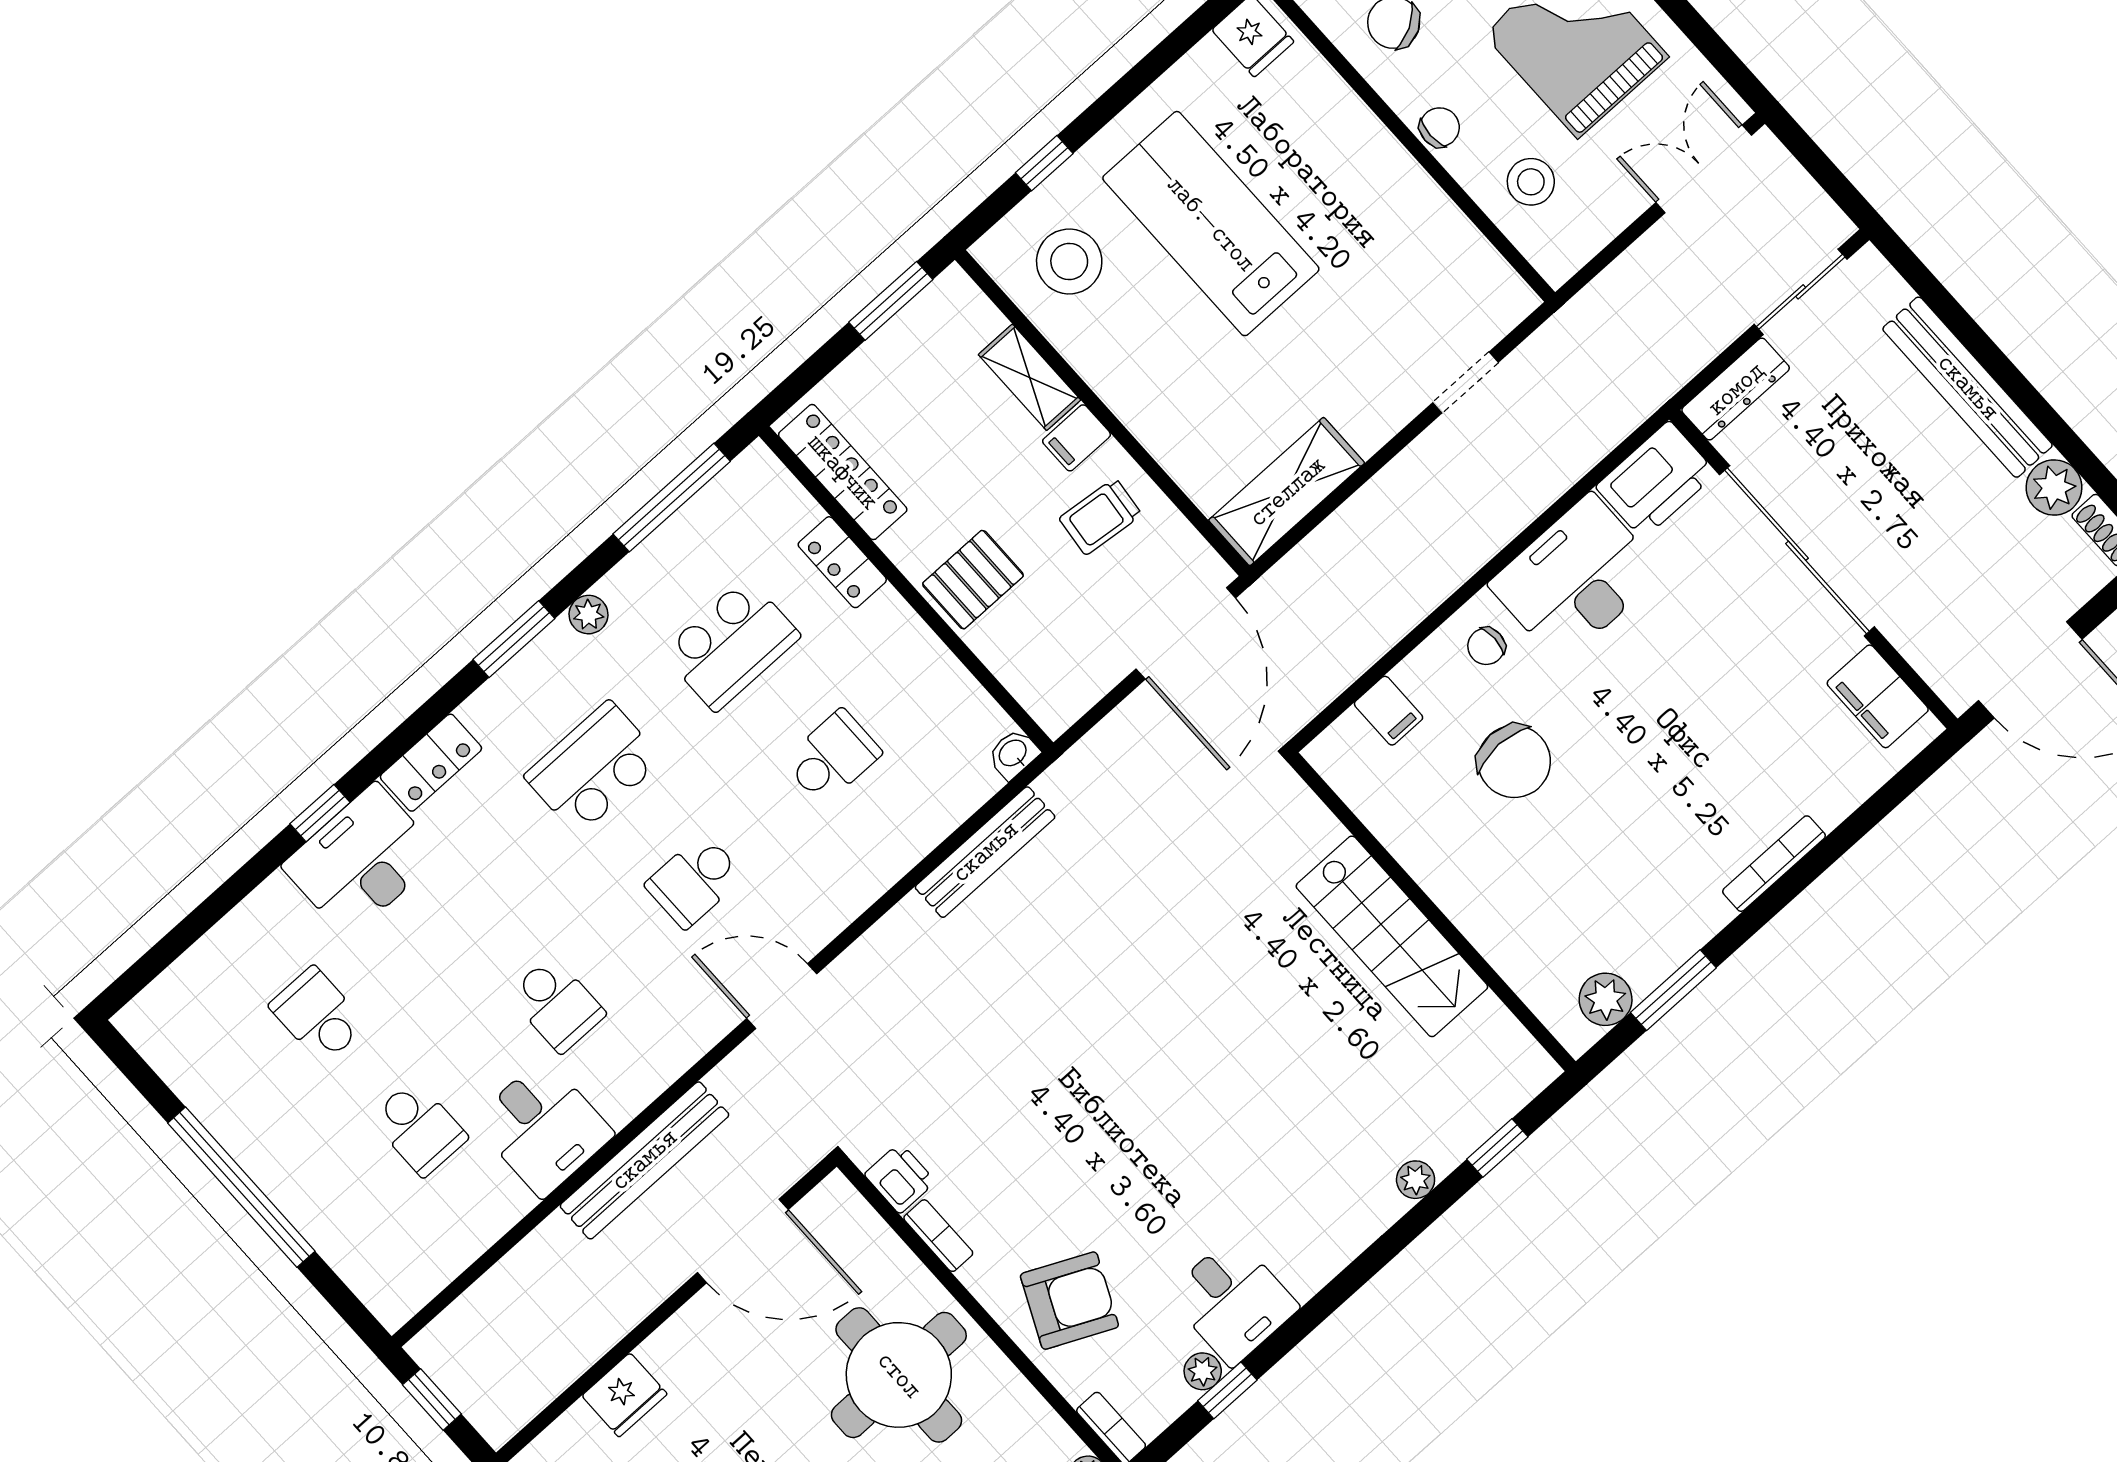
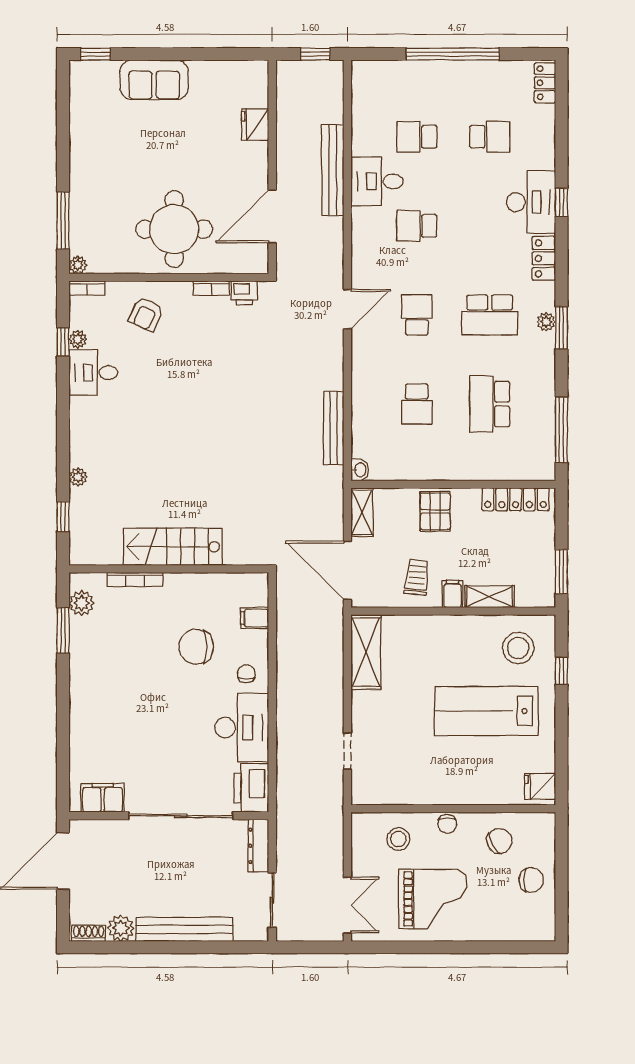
lab bench: (1211, 224) -> (486, 711), turned 180
locker: (842, 562) -> (545, 83), moved, turned -90
plant: (588, 615) -> (546, 322), moved
shelving: (1076, 692) -> (362, 512), added
school desk: (593, 768) -> (490, 315), turned 90
bookcase: (1774, 864) -> (135, 580), moved, turned 90
bench: (644, 1160) -> (333, 170), moved
armchair: (1069, 1301) -> (146, 314), width x0.72, depth x0.72

